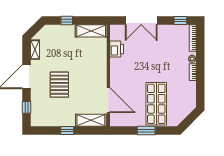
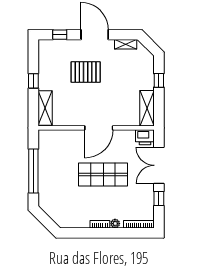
window: (180, 20) -> (159, 199), moved
printer: (117, 49) -> (145, 137), moved
door: (108, 100) -> (99, 128), moved
shop shelf: (156, 104) -> (103, 175), moved
window: (146, 130) -> (33, 171), width x2.11

